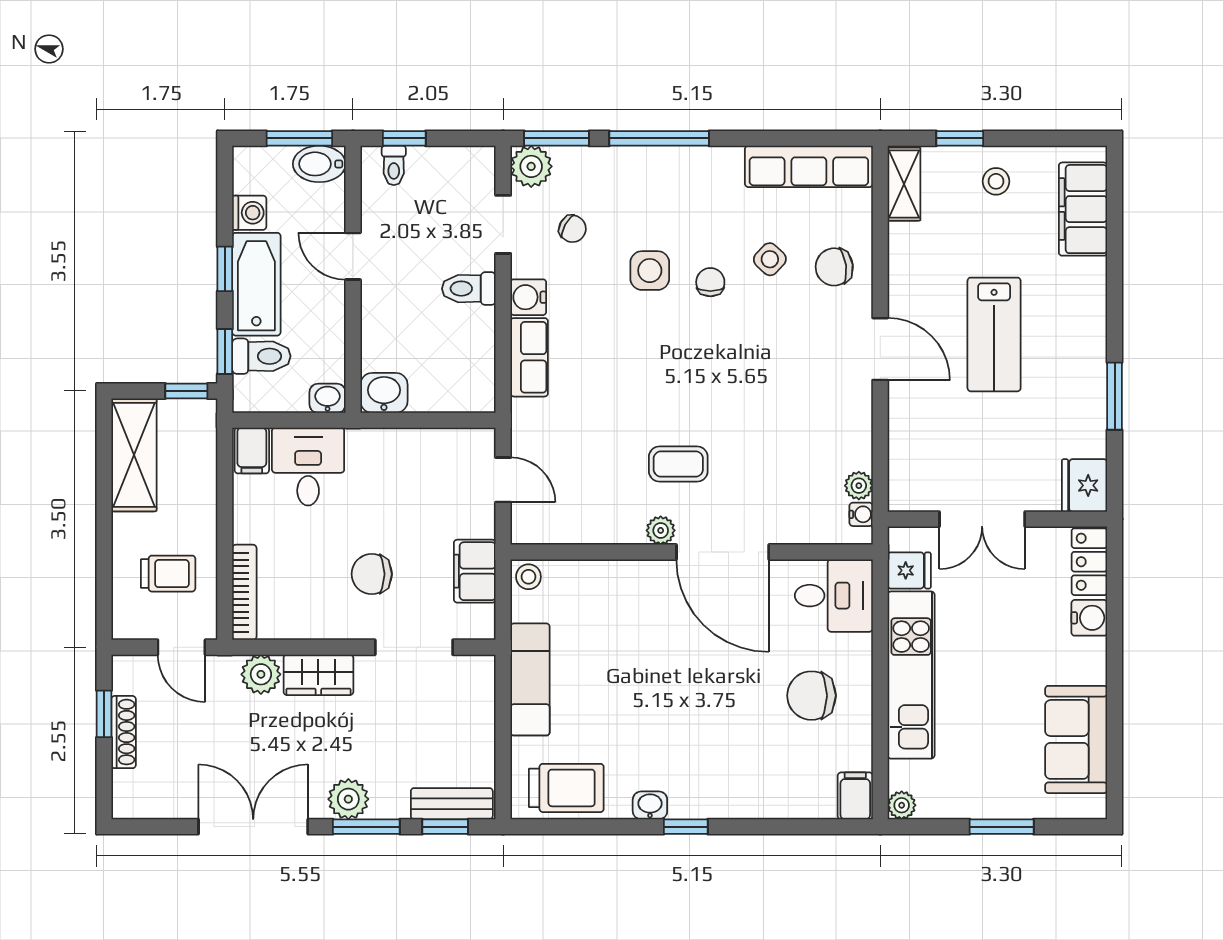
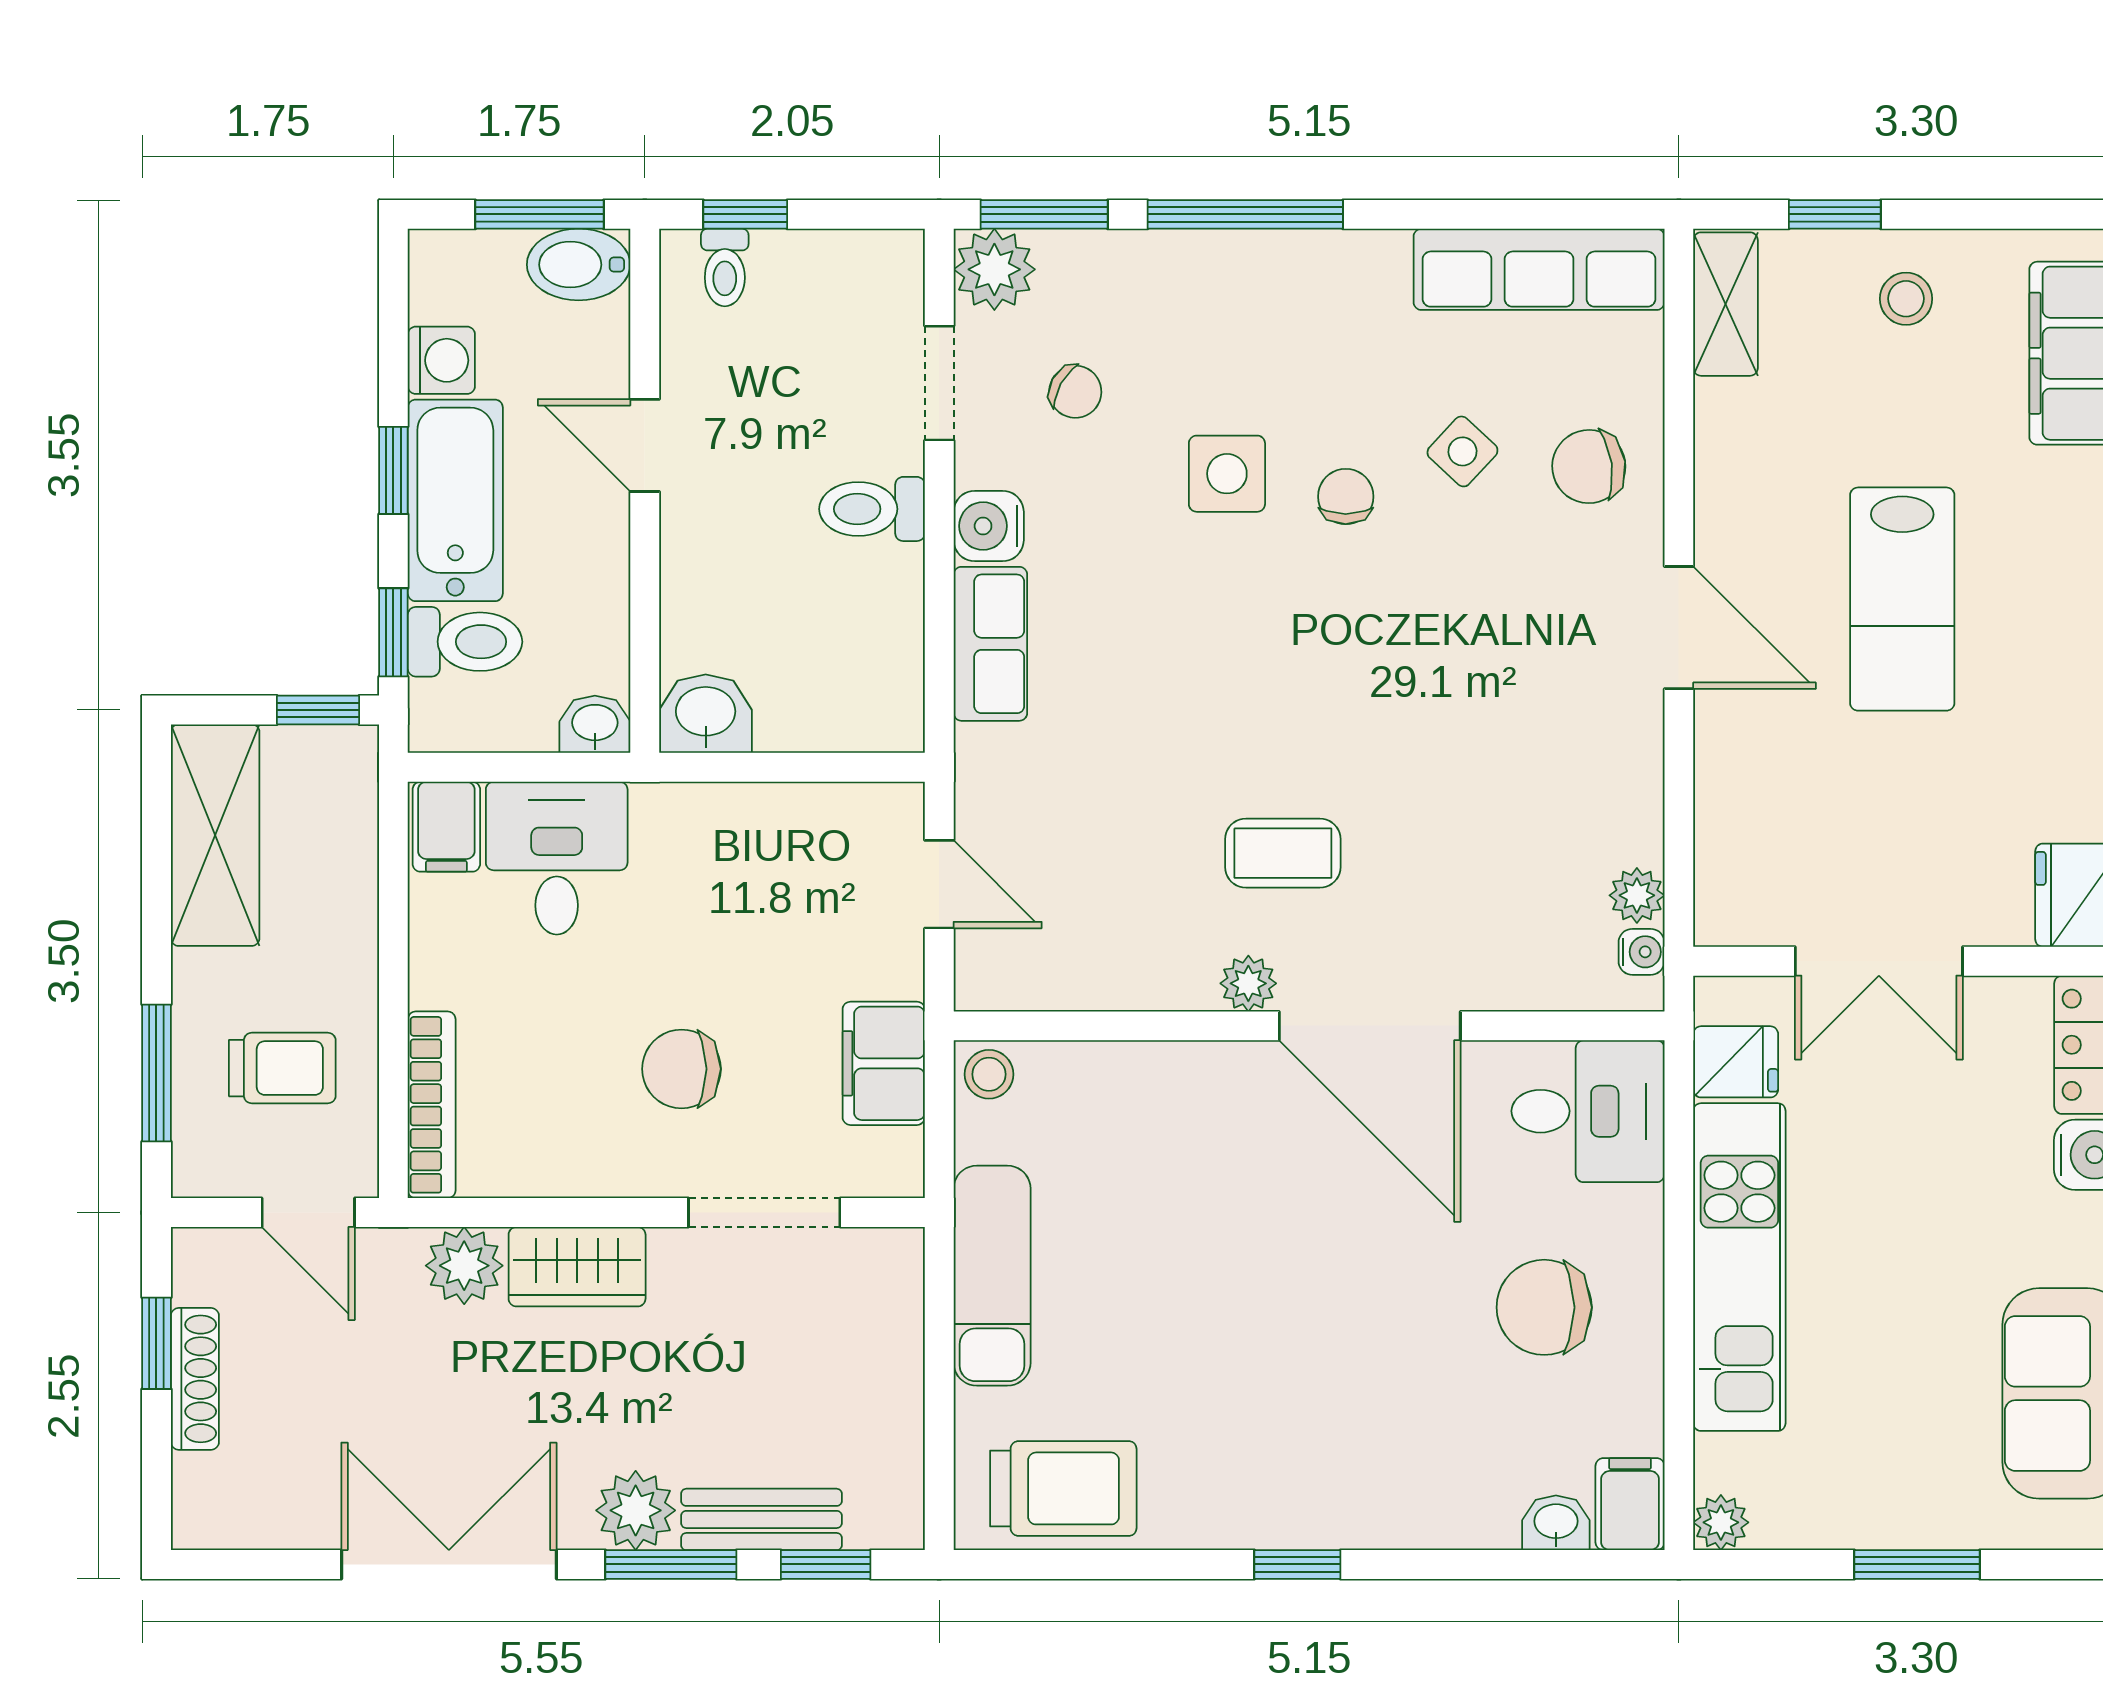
window: (104, 576) -> (156, 1073), added
bench: (452, 804) -> (761, 1519), moved
washbasin: (650, 805) -> (1556, 1523), moved

